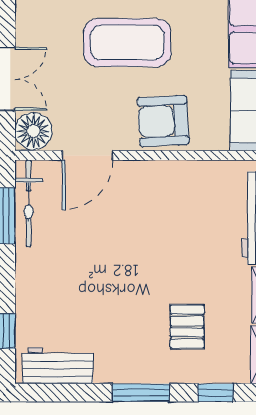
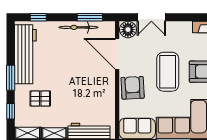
door: (87, 155) -> (117, 54), width x1.36
bicycle: (29, 203) -> (79, 27), moved
workbench: (58, 366) -> (25, 54), width x1.88, depth x1.32

